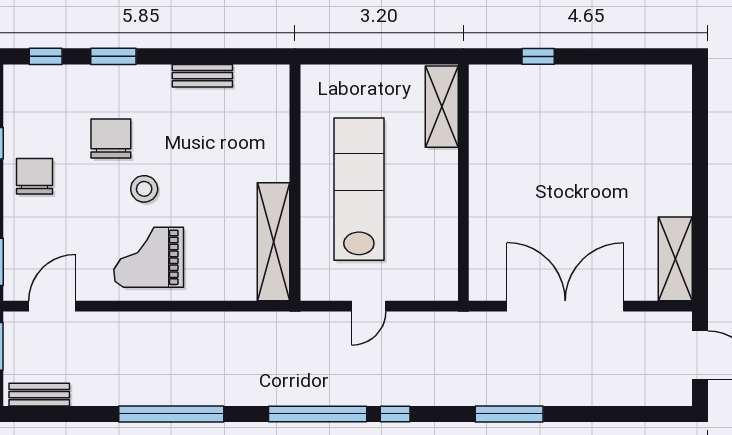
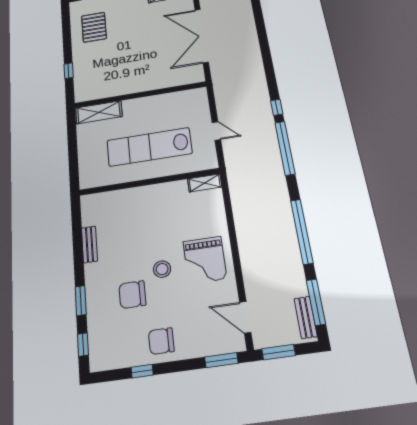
pallet: (625, 109) -> (94, 27), added
shelving: (274, 242) -> (205, 183), width x0.45, depth x0.75
window: (509, 414) -> (316, 302), moved

